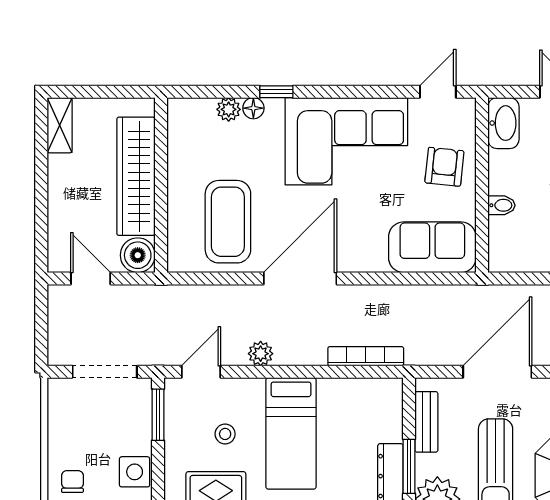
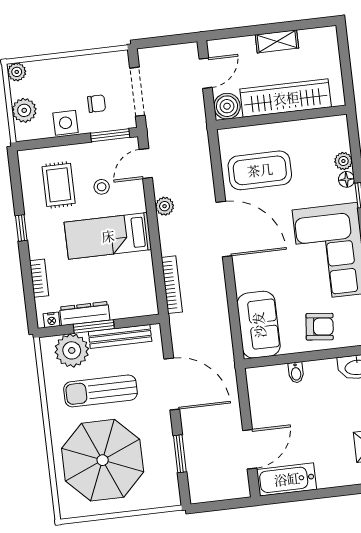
shelving: (60, 125) -> (277, 41), moved
door: (201, 372) -> (146, 163), swing flipped
bench: (426, 422) -> (120, 336), width x1.36
chair: (72, 482) -> (97, 104), moved

